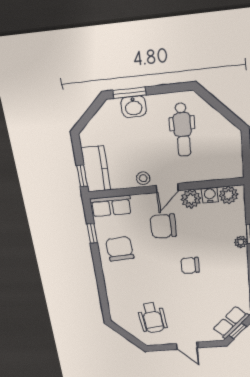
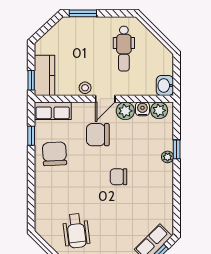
washbasin: (134, 107) -> (165, 86), moved, turned 90

